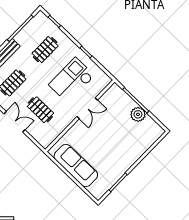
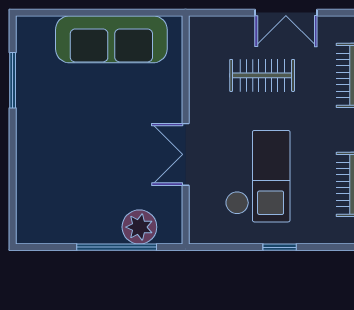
plant: (138, 114) -> (139, 227), moved

